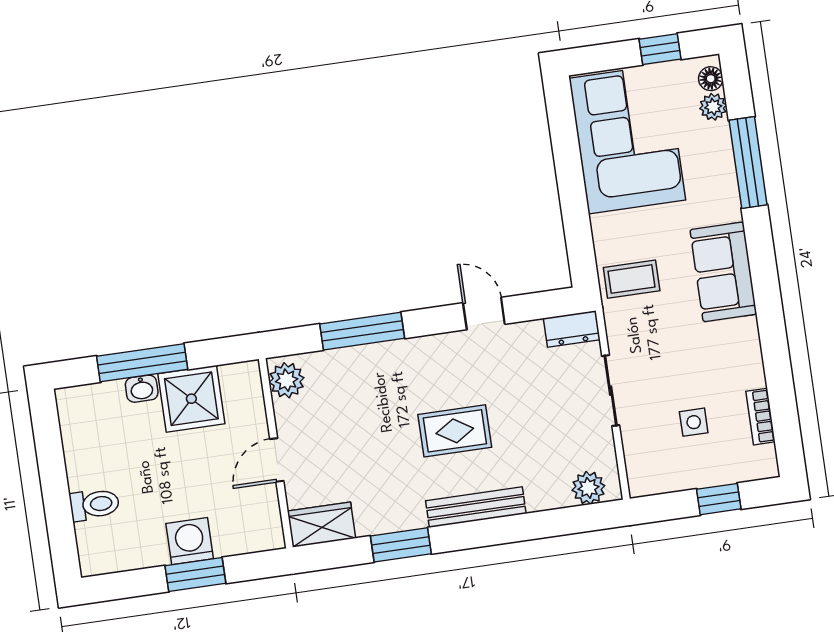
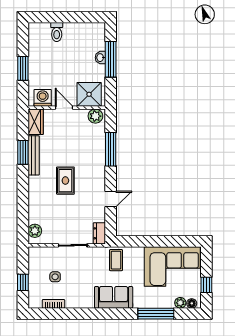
shower: (191, 399) -> (89, 94), moved
bench: (476, 507) -> (34, 155), moved
washing machine: (190, 541) -> (43, 98), moved, turned -90

